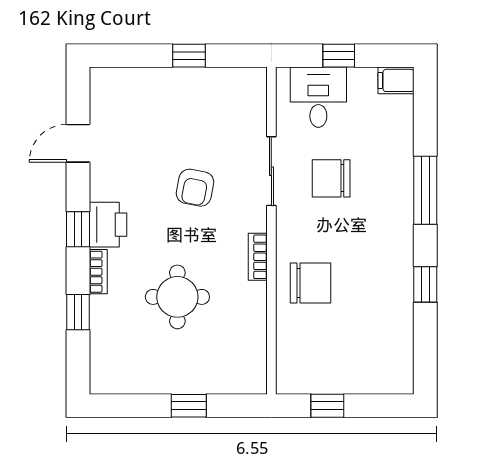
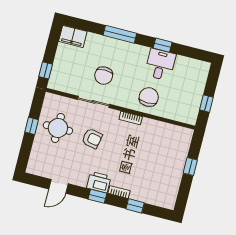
window: (339, 56) -> (46, 70), moved
filing cabinet: (396, 80) -> (73, 36), width x2.00
desk: (318, 97) -> (160, 65), moved, turned 90
door: (78, 143) -> (58, 186), hinge flipped
round table: (177, 297) -> (58, 128), moved

